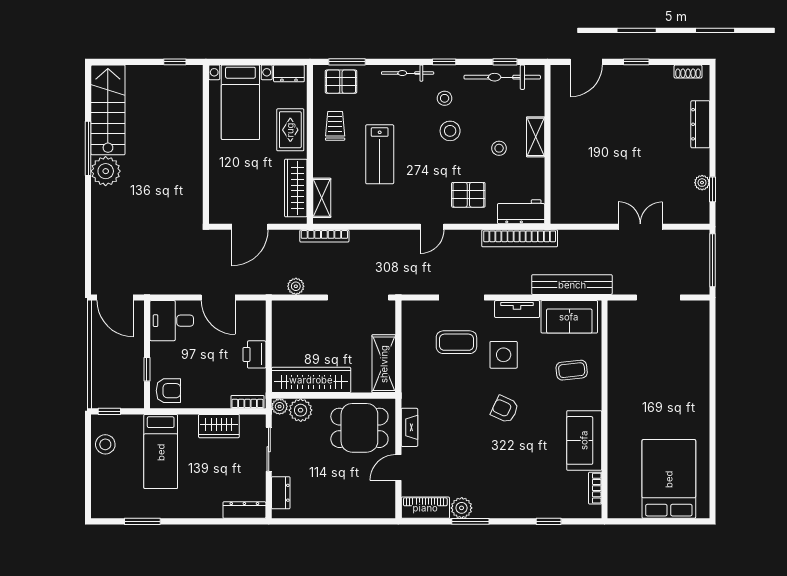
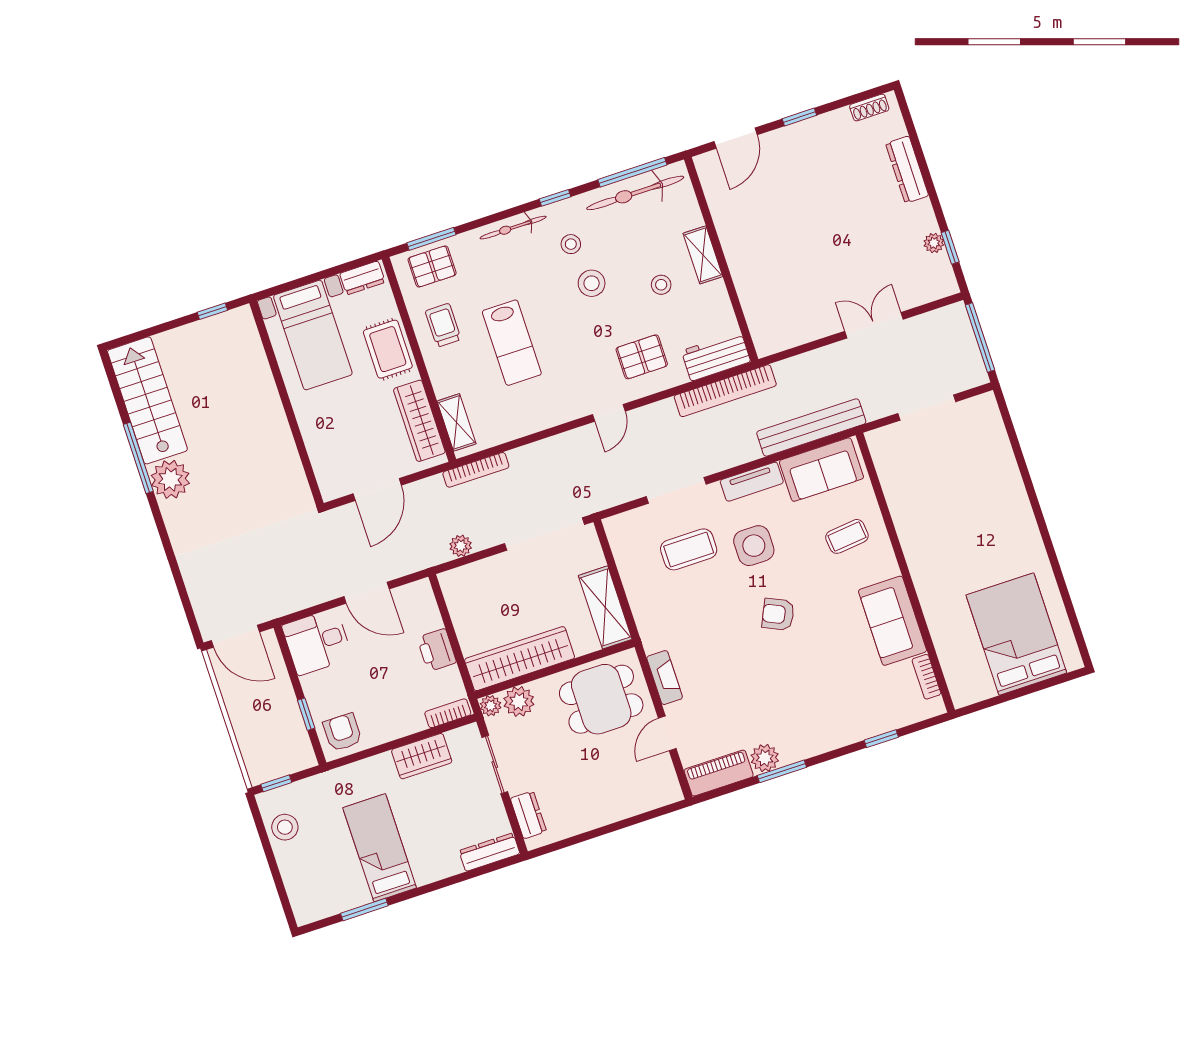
window: (505, 62) -> (632, 172), width x2.17
armchair: (168, 391) -> (342, 732), turned -90
bed: (161, 452) -> (380, 848), moved, turned 180

